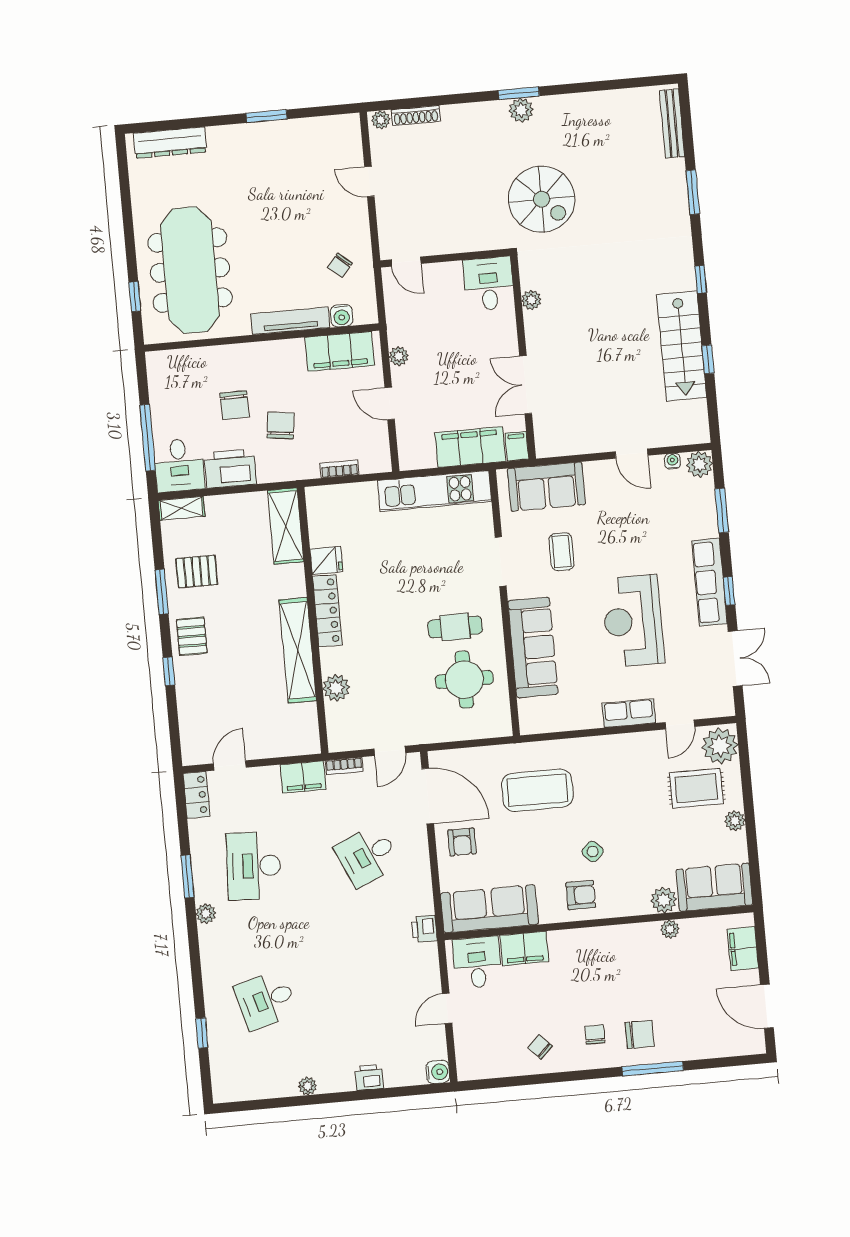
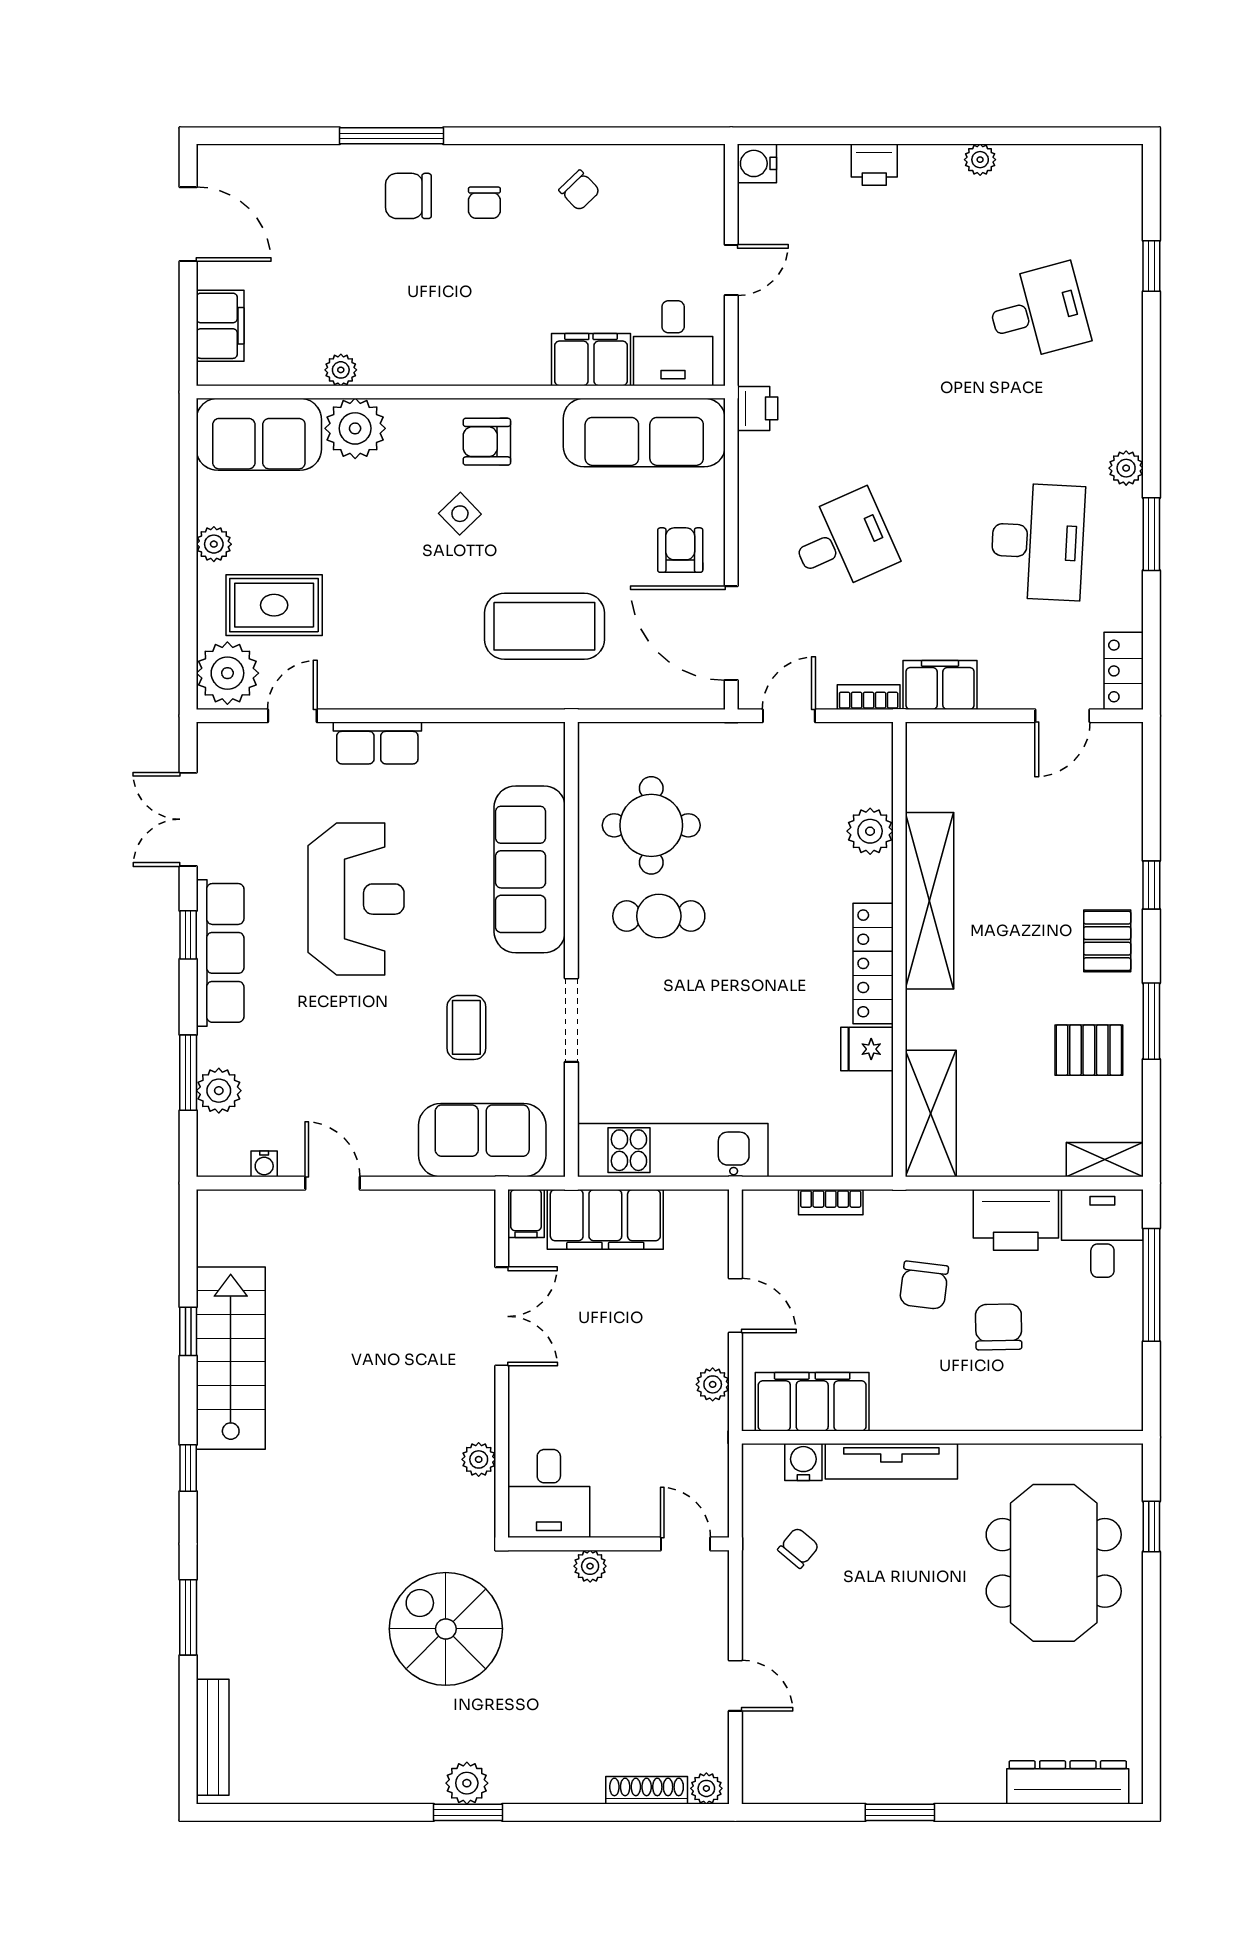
plant: (461, 244) -> (590, 1566), added
meeting table: (190, 270) -> (1054, 1563), width x0.73
plant: (699, 464) -> (219, 1091), moved
plant: (664, 900) -> (355, 428), width x1.36, depth x1.36

